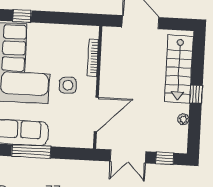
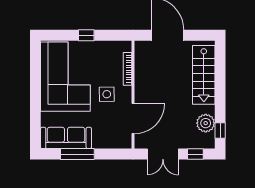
window: (22, 16) -> (86, 35), moved
window: (196, 94) -> (220, 130), moved
plant: (183, 119) -> (206, 123), width x1.87, depth x1.87

